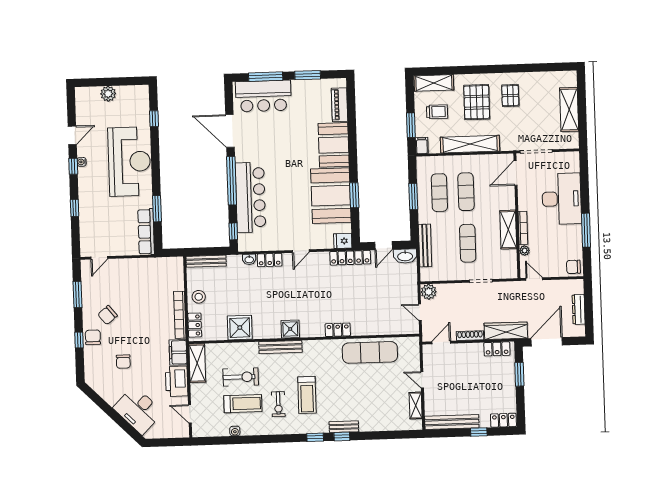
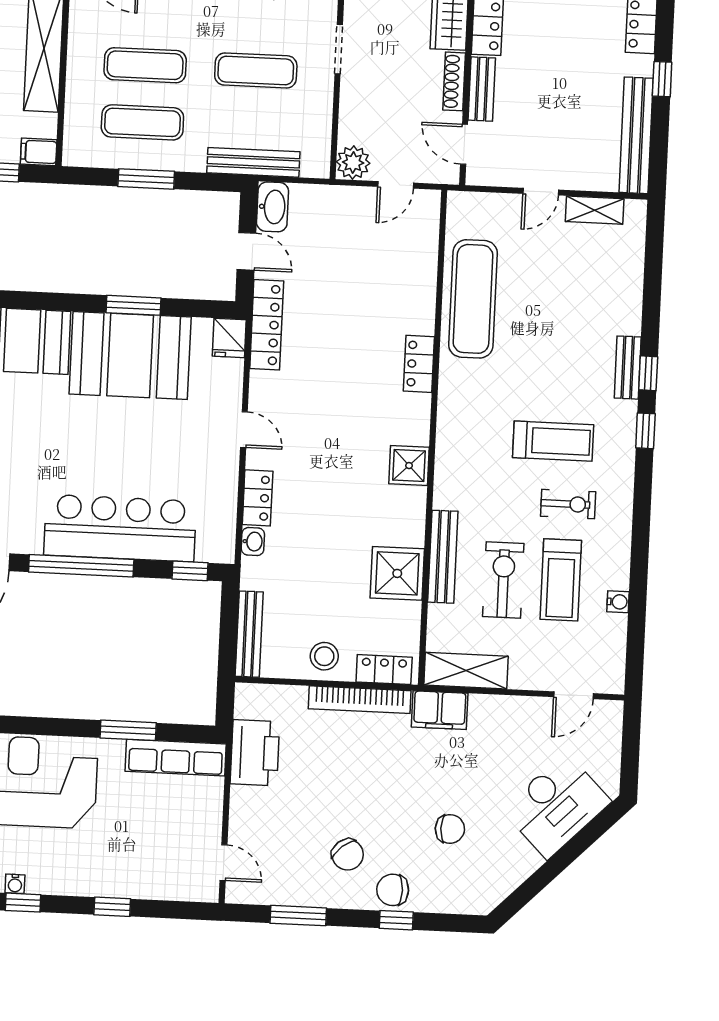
bench: (280, 347) -> (443, 557), moved
bench: (468, 349) -> (482, 89), added
printer: (177, 381) -> (255, 753), moved, turned -90
treadmill: (243, 404) -> (561, 580), turned 180

